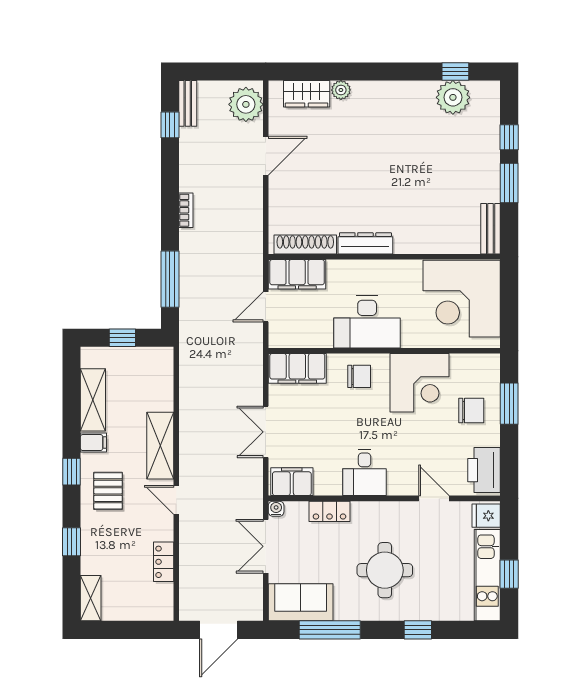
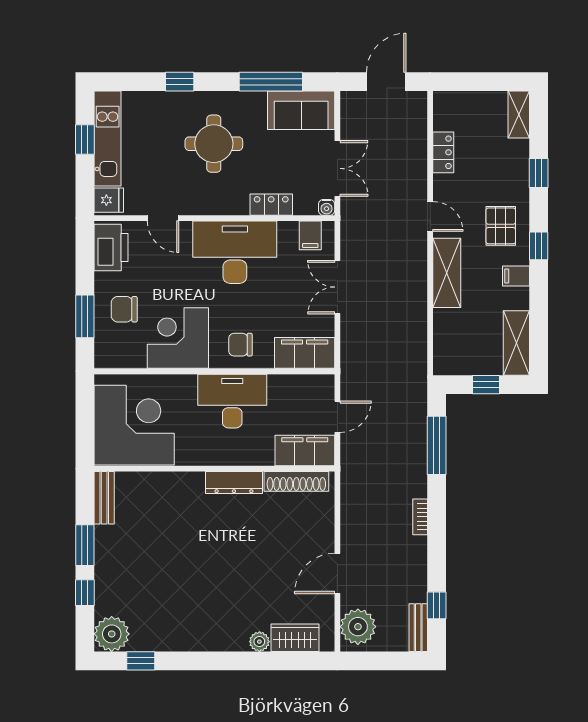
plant: (453, 97) -> (112, 634), moved
shelving: (93, 400) -> (516, 343), moved
double door: (266, 432) -> (337, 287), swing flipped
desk: (365, 472) -> (235, 252), width x1.87, depth x1.30
filing cabinet: (292, 482) -> (310, 235), width x0.50

